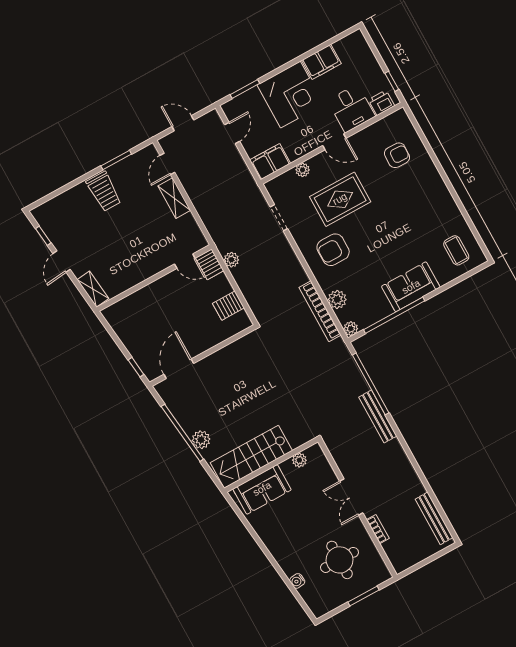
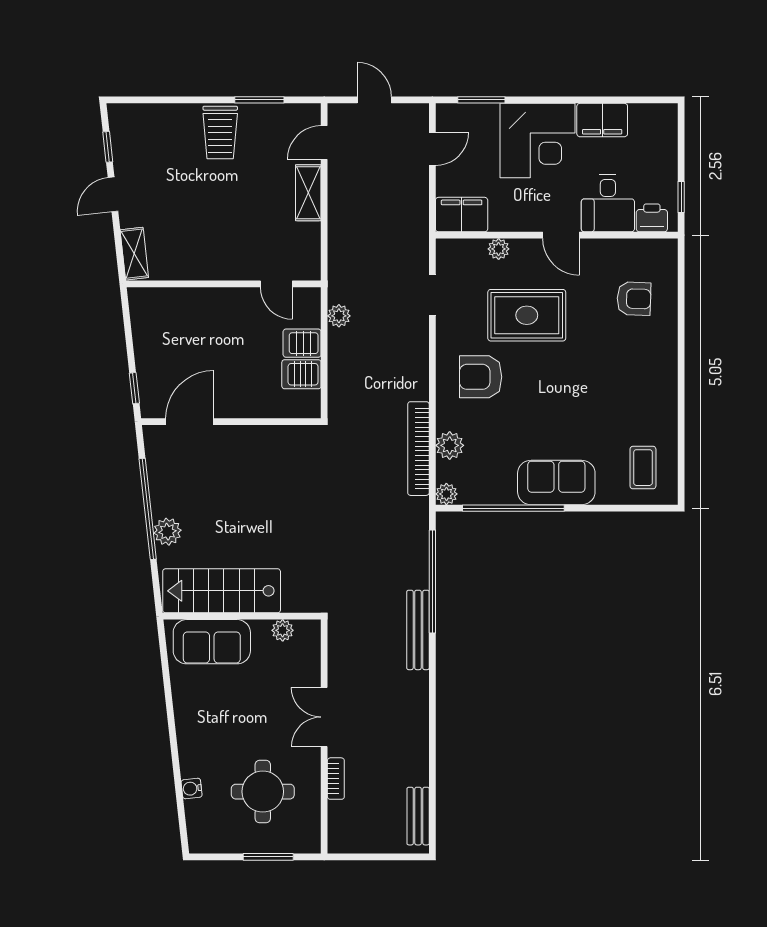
server rack: (210, 264) -> (302, 343), moved, turned 90
bench: (434, 518) -> (418, 816), width x0.73

